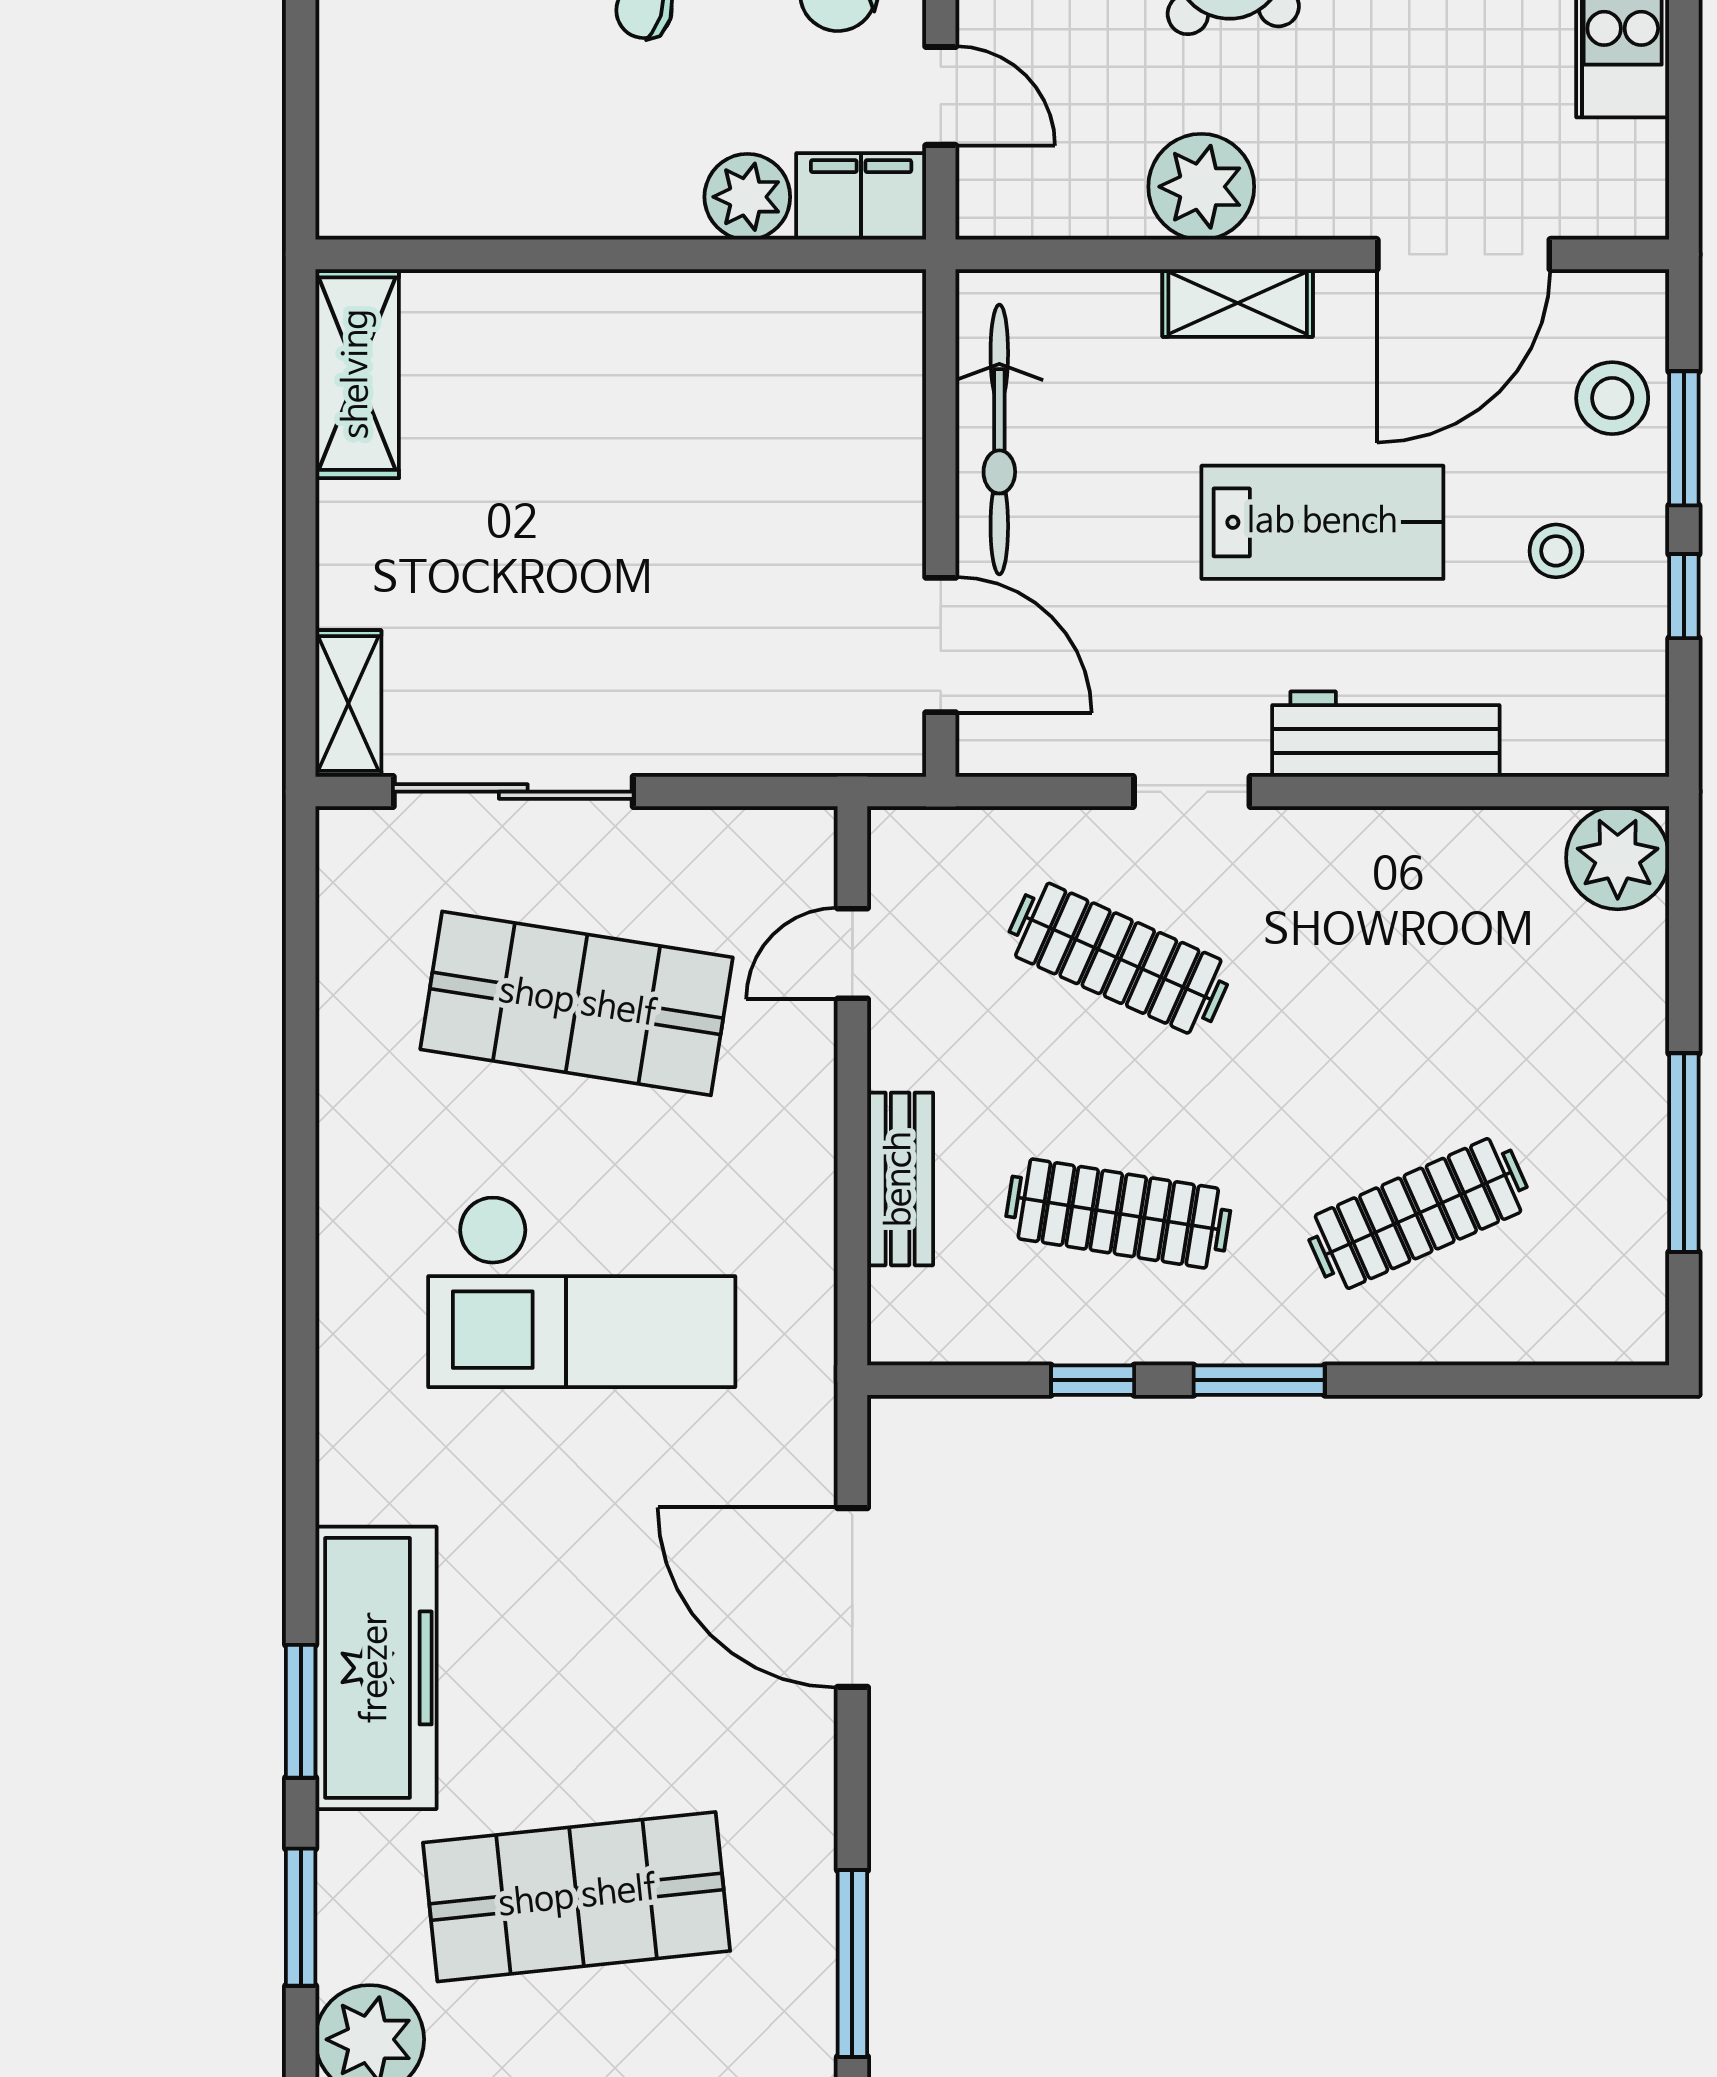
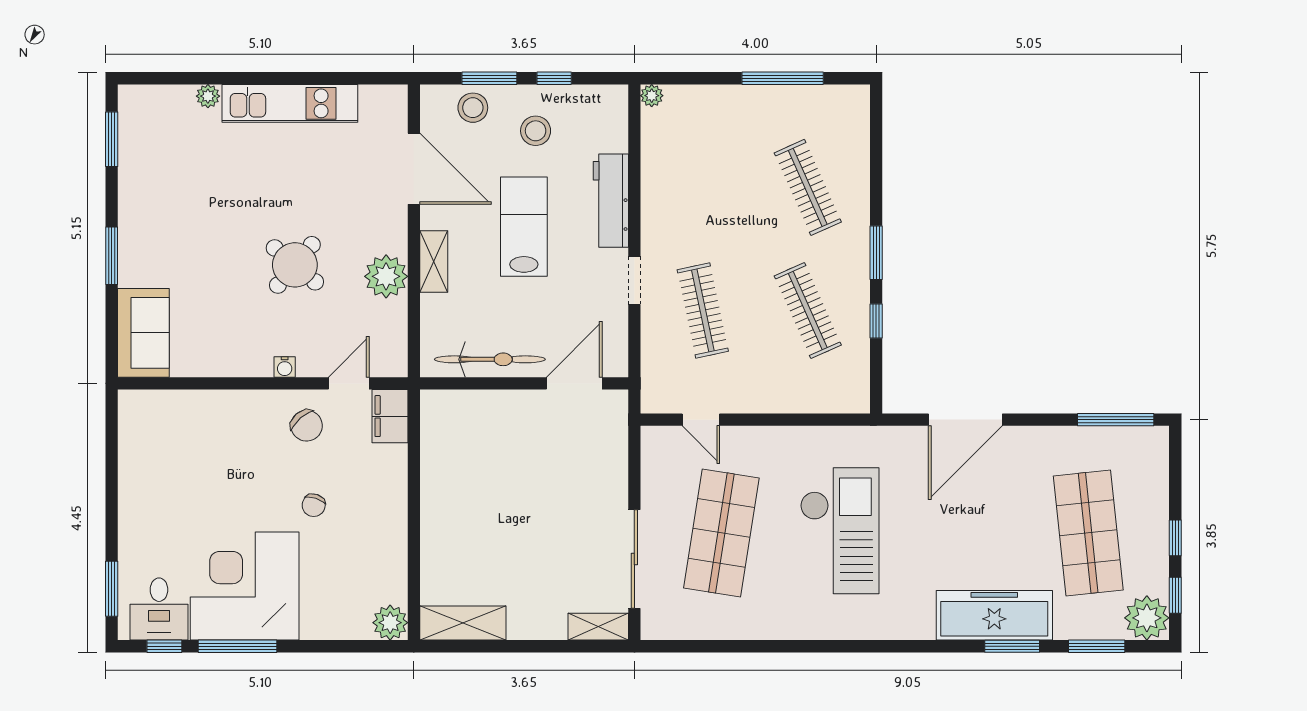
plant: (747, 197) -> (390, 623), moved
stool: (1556, 551) -> (536, 131), width x1.37, depth x1.37
plant: (1618, 858) -> (652, 96), width x0.53, depth x0.53
clothes rail: (1118, 958) -> (703, 310), turned -36
bench: (900, 1179) -> (793, 400), removed
clothes rail: (1118, 1214) -> (808, 310), turned -33

